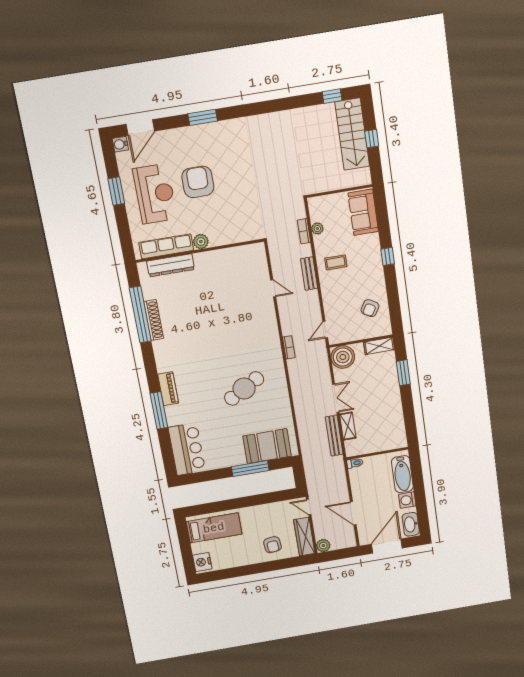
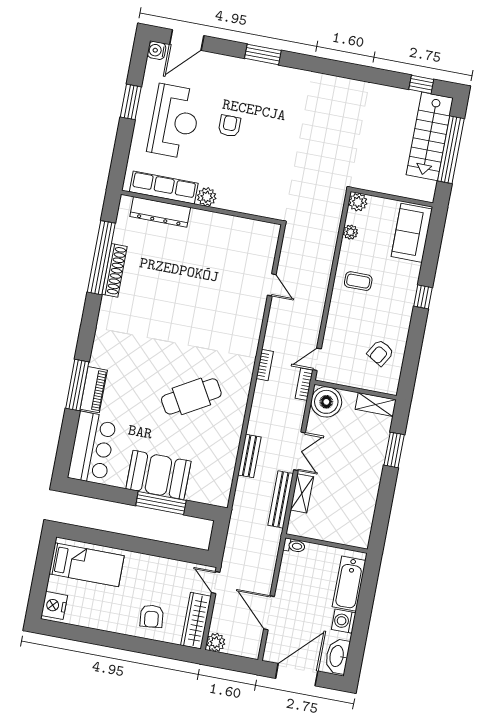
window: (372, 139) -> (451, 150), width x3.17
armchair: (198, 182) -> (230, 126), width x0.53, depth x0.53
plant: (315, 204) -> (358, 202), added
bookcase: (304, 231) -> (304, 384), moved
bench: (309, 274) -> (249, 456), moved
piano: (168, 389) -> (94, 390), moved
booth: (267, 446) -> (158, 475), moved

